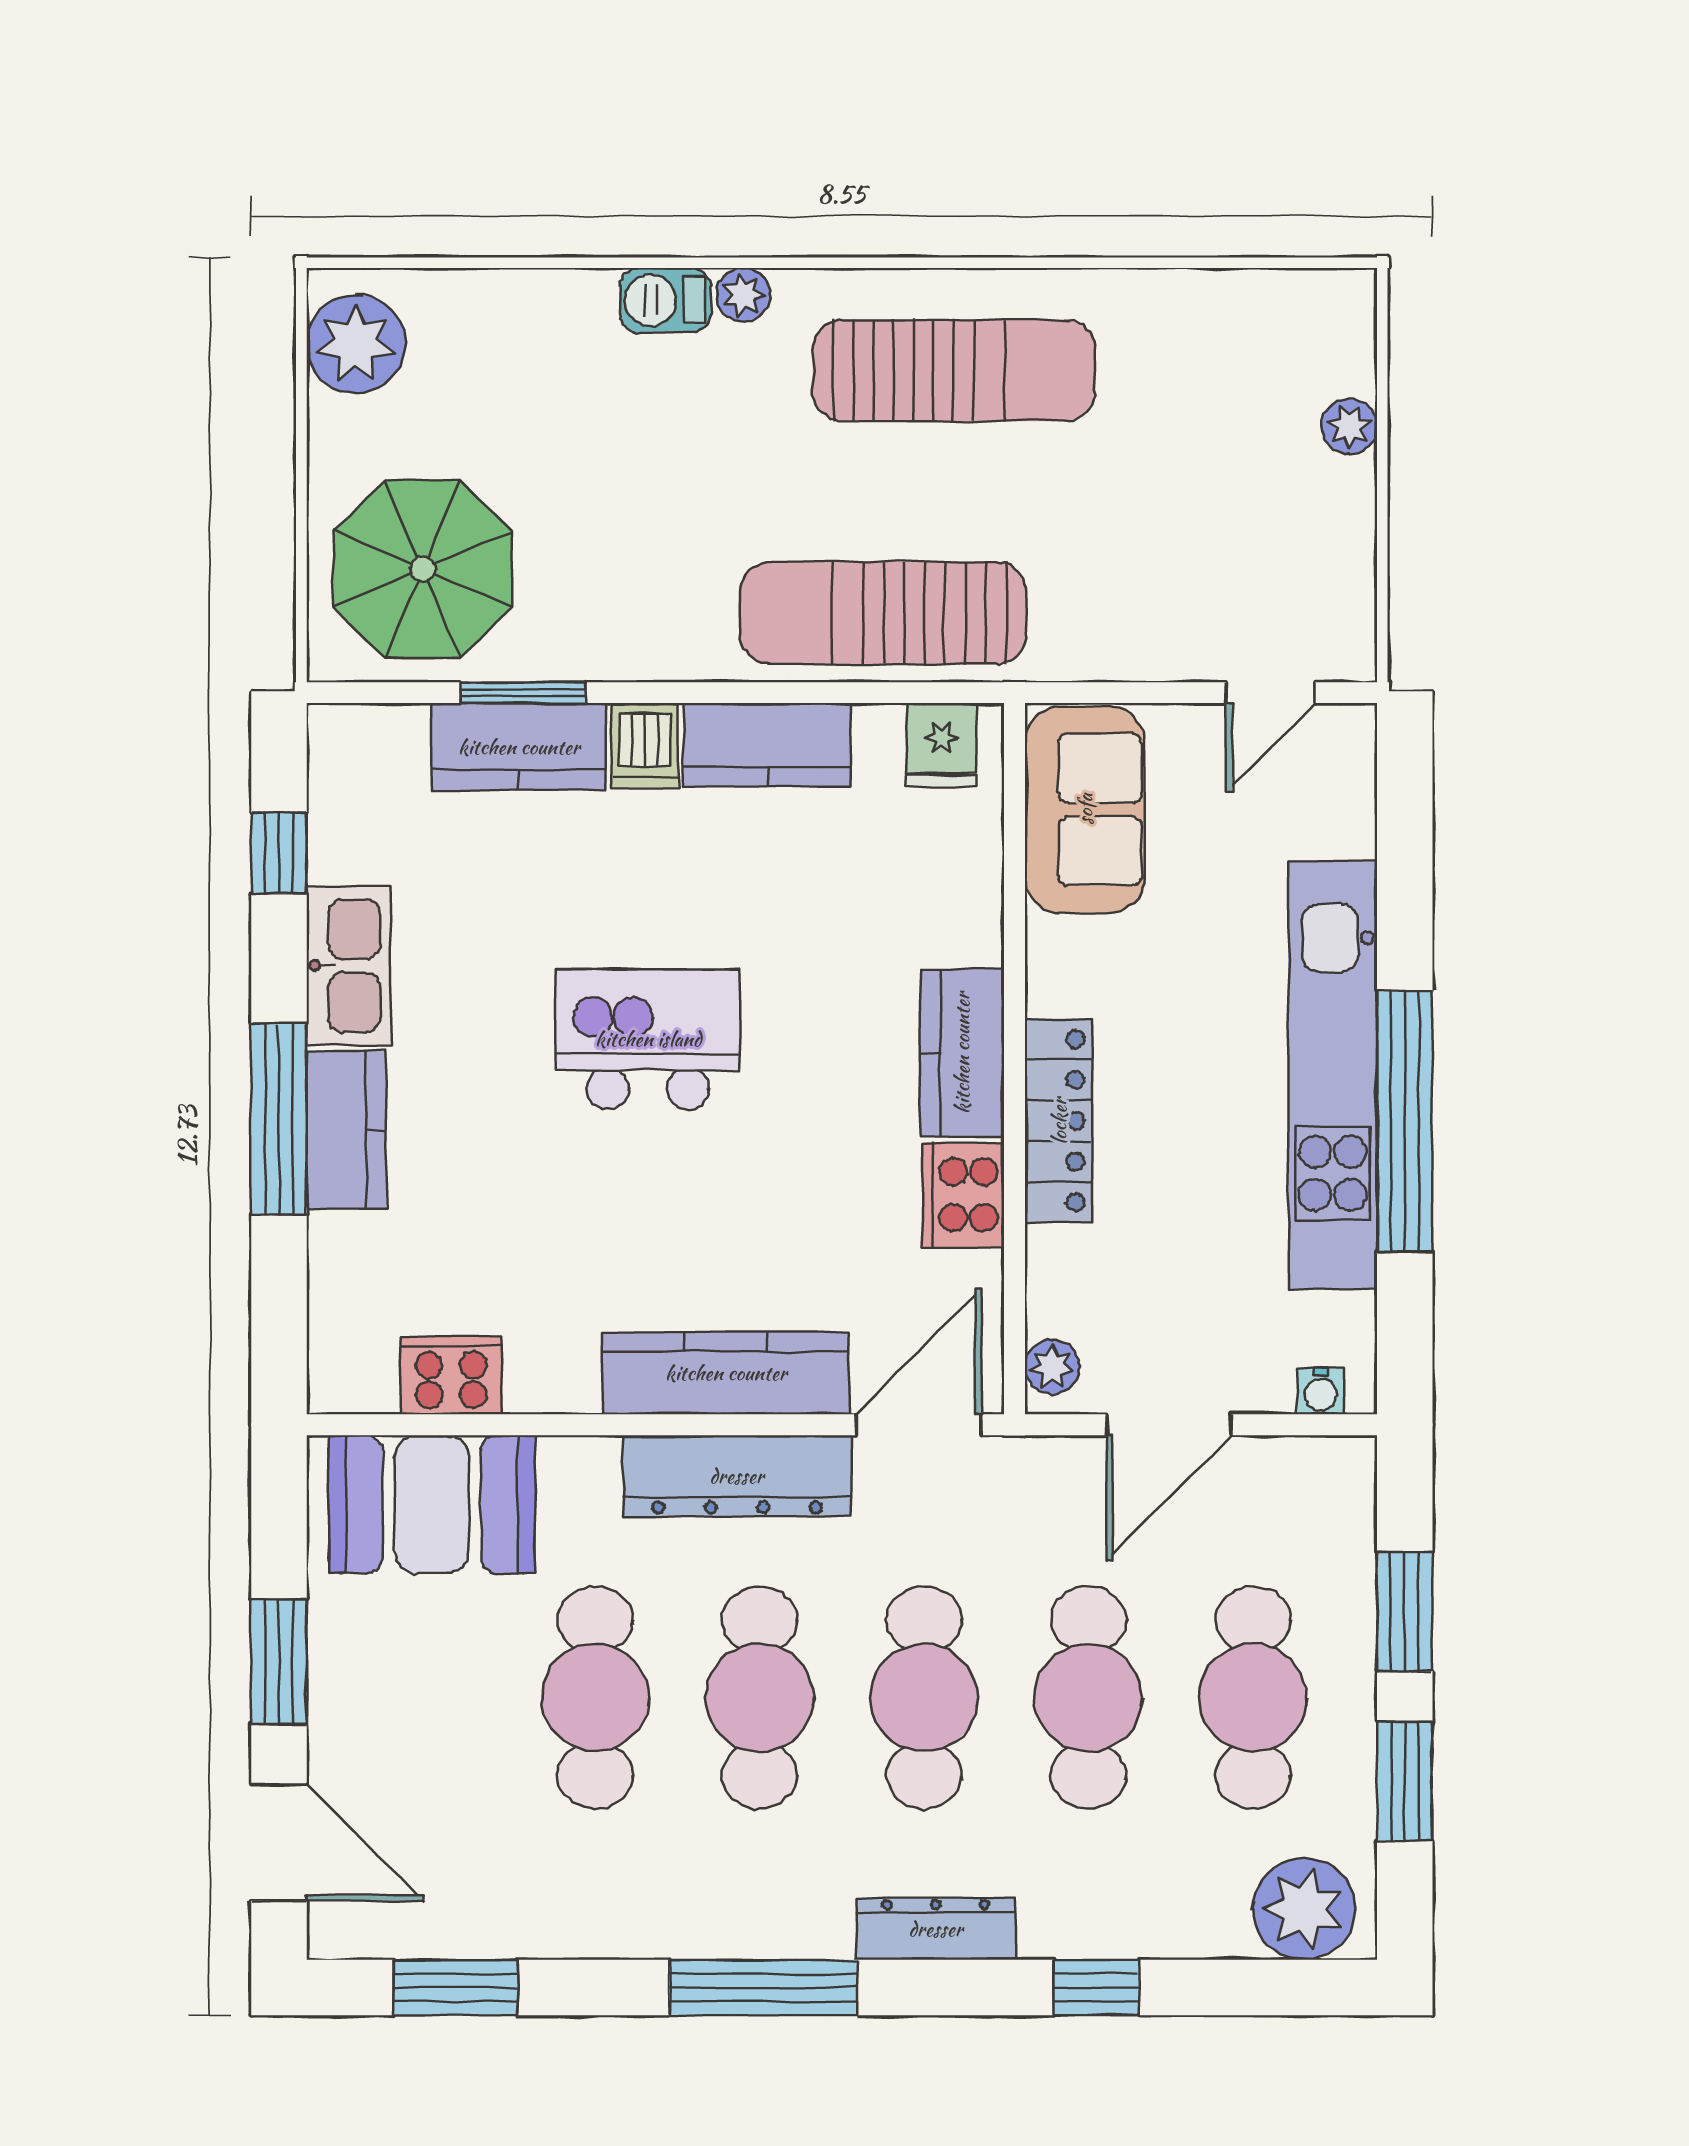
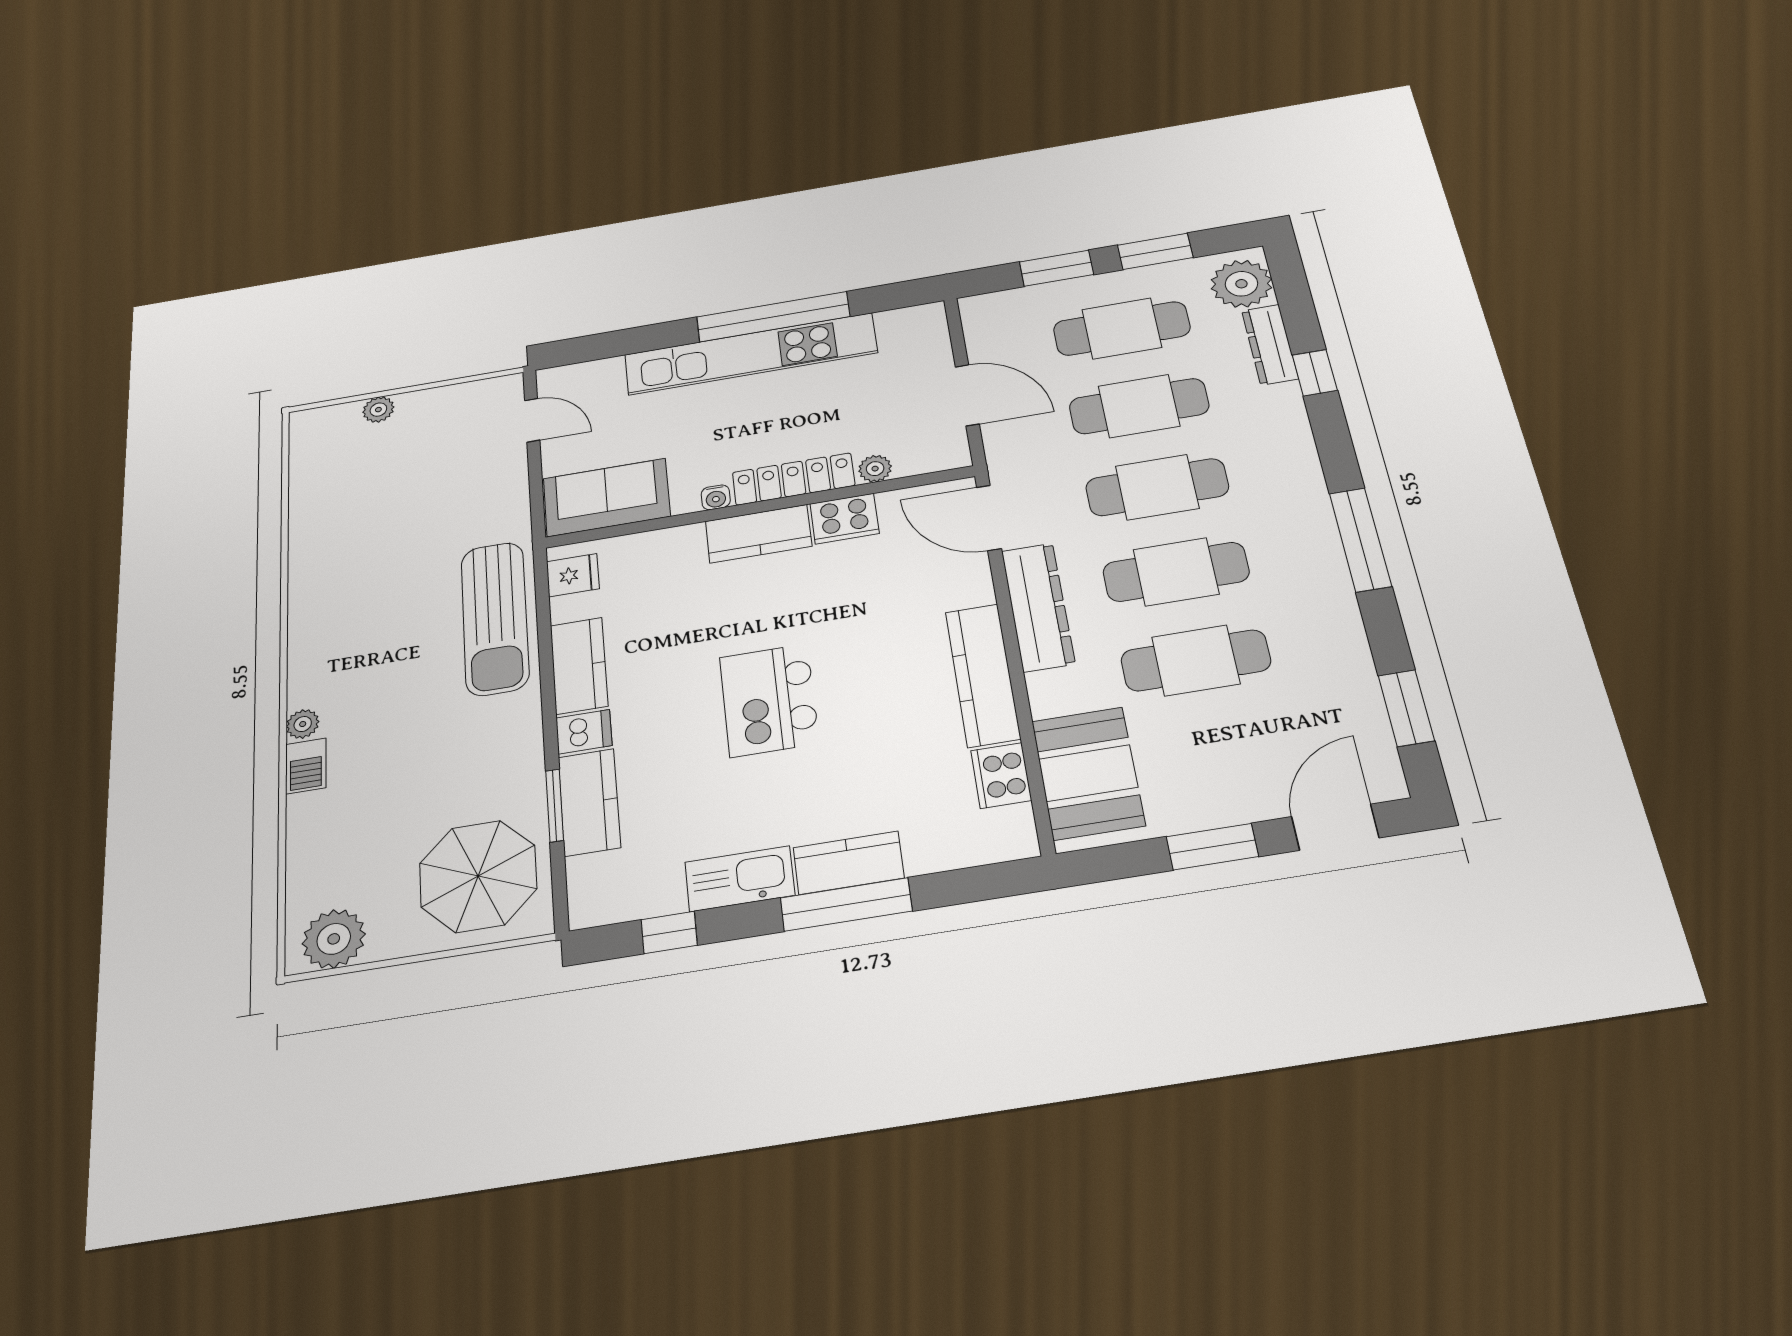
sun lounger: (954, 370) -> (348, 606), removed
plant: (1052, 1367) -> (875, 469), moved
kitchen counter: (726, 1373) -> (983, 675), moved
water cooler: (1321, 1391) -> (716, 497), moved, turned 90
dresser: (936, 1929) -> (1270, 345), moved

